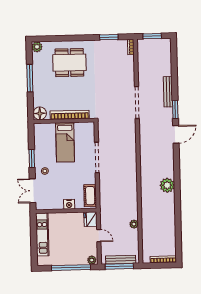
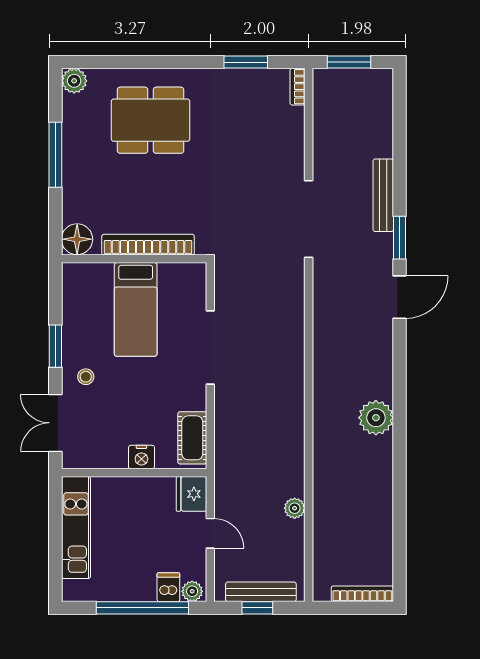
dishwasher: (82, 259) -> (168, 587), added
window: (119, 266) -> (257, 608), width x0.46

